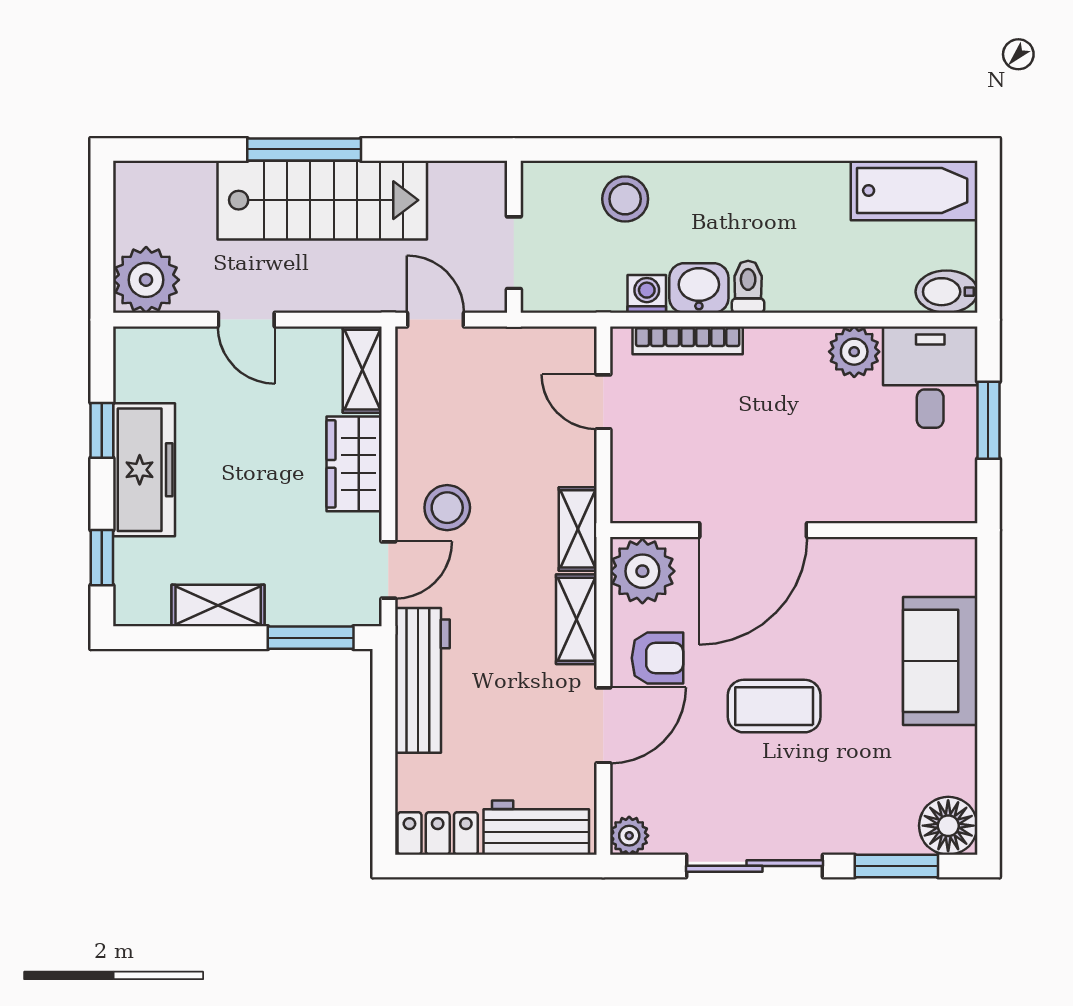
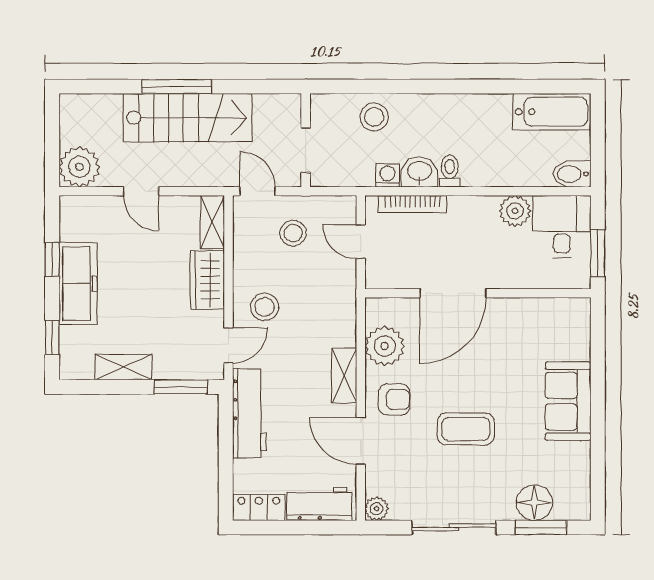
stool: (493, 388) -> (293, 233), added
shelving: (578, 529) -> (345, 320), removed
door: (753, 530) -> (453, 293), moved
wall: (794, 530) -> (478, 293), moved
door: (603, 725) -> (361, 441), swing flipped
floor lamp: (948, 826) -> (534, 503), moved

